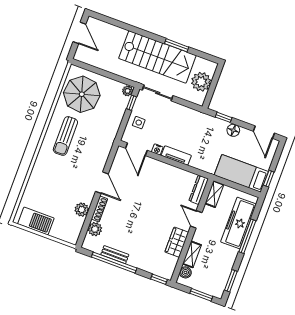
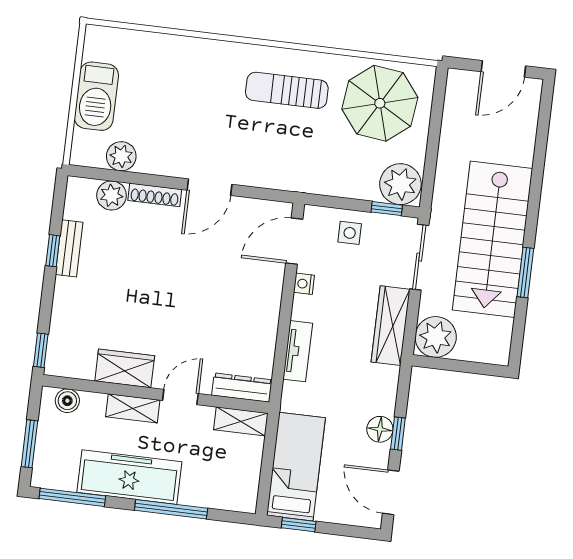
plant: (201, 82) -> (436, 337), moved
plant: (128, 91) -> (400, 184), width x1.87, depth x1.87
wardrobe: (186, 114) -> (391, 326), added
window: (224, 117) -> (398, 434), moved
door: (264, 132) -> (391, 492), hinge flipped
tv unit: (176, 155) -> (298, 351), moved
plant: (82, 210) -> (121, 156), moved
barbecue: (36, 221) -> (96, 96), moved
freezer: (239, 223) -> (129, 477), moved
shelving: (192, 254) -> (133, 408), moved
window: (114, 263) -> (53, 251), width x0.32
window: (231, 281) -> (72, 497), width x1.44

